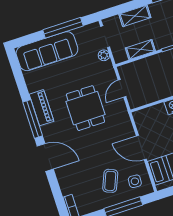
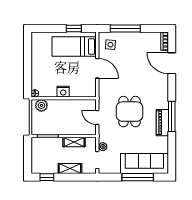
window: (63, 28) -> (138, 177), moved
door: (122, 88) -> (97, 117), swing flipped
door: (45, 158) -> (172, 63), moved
coffee table: (110, 181) -> (129, 51), removed

